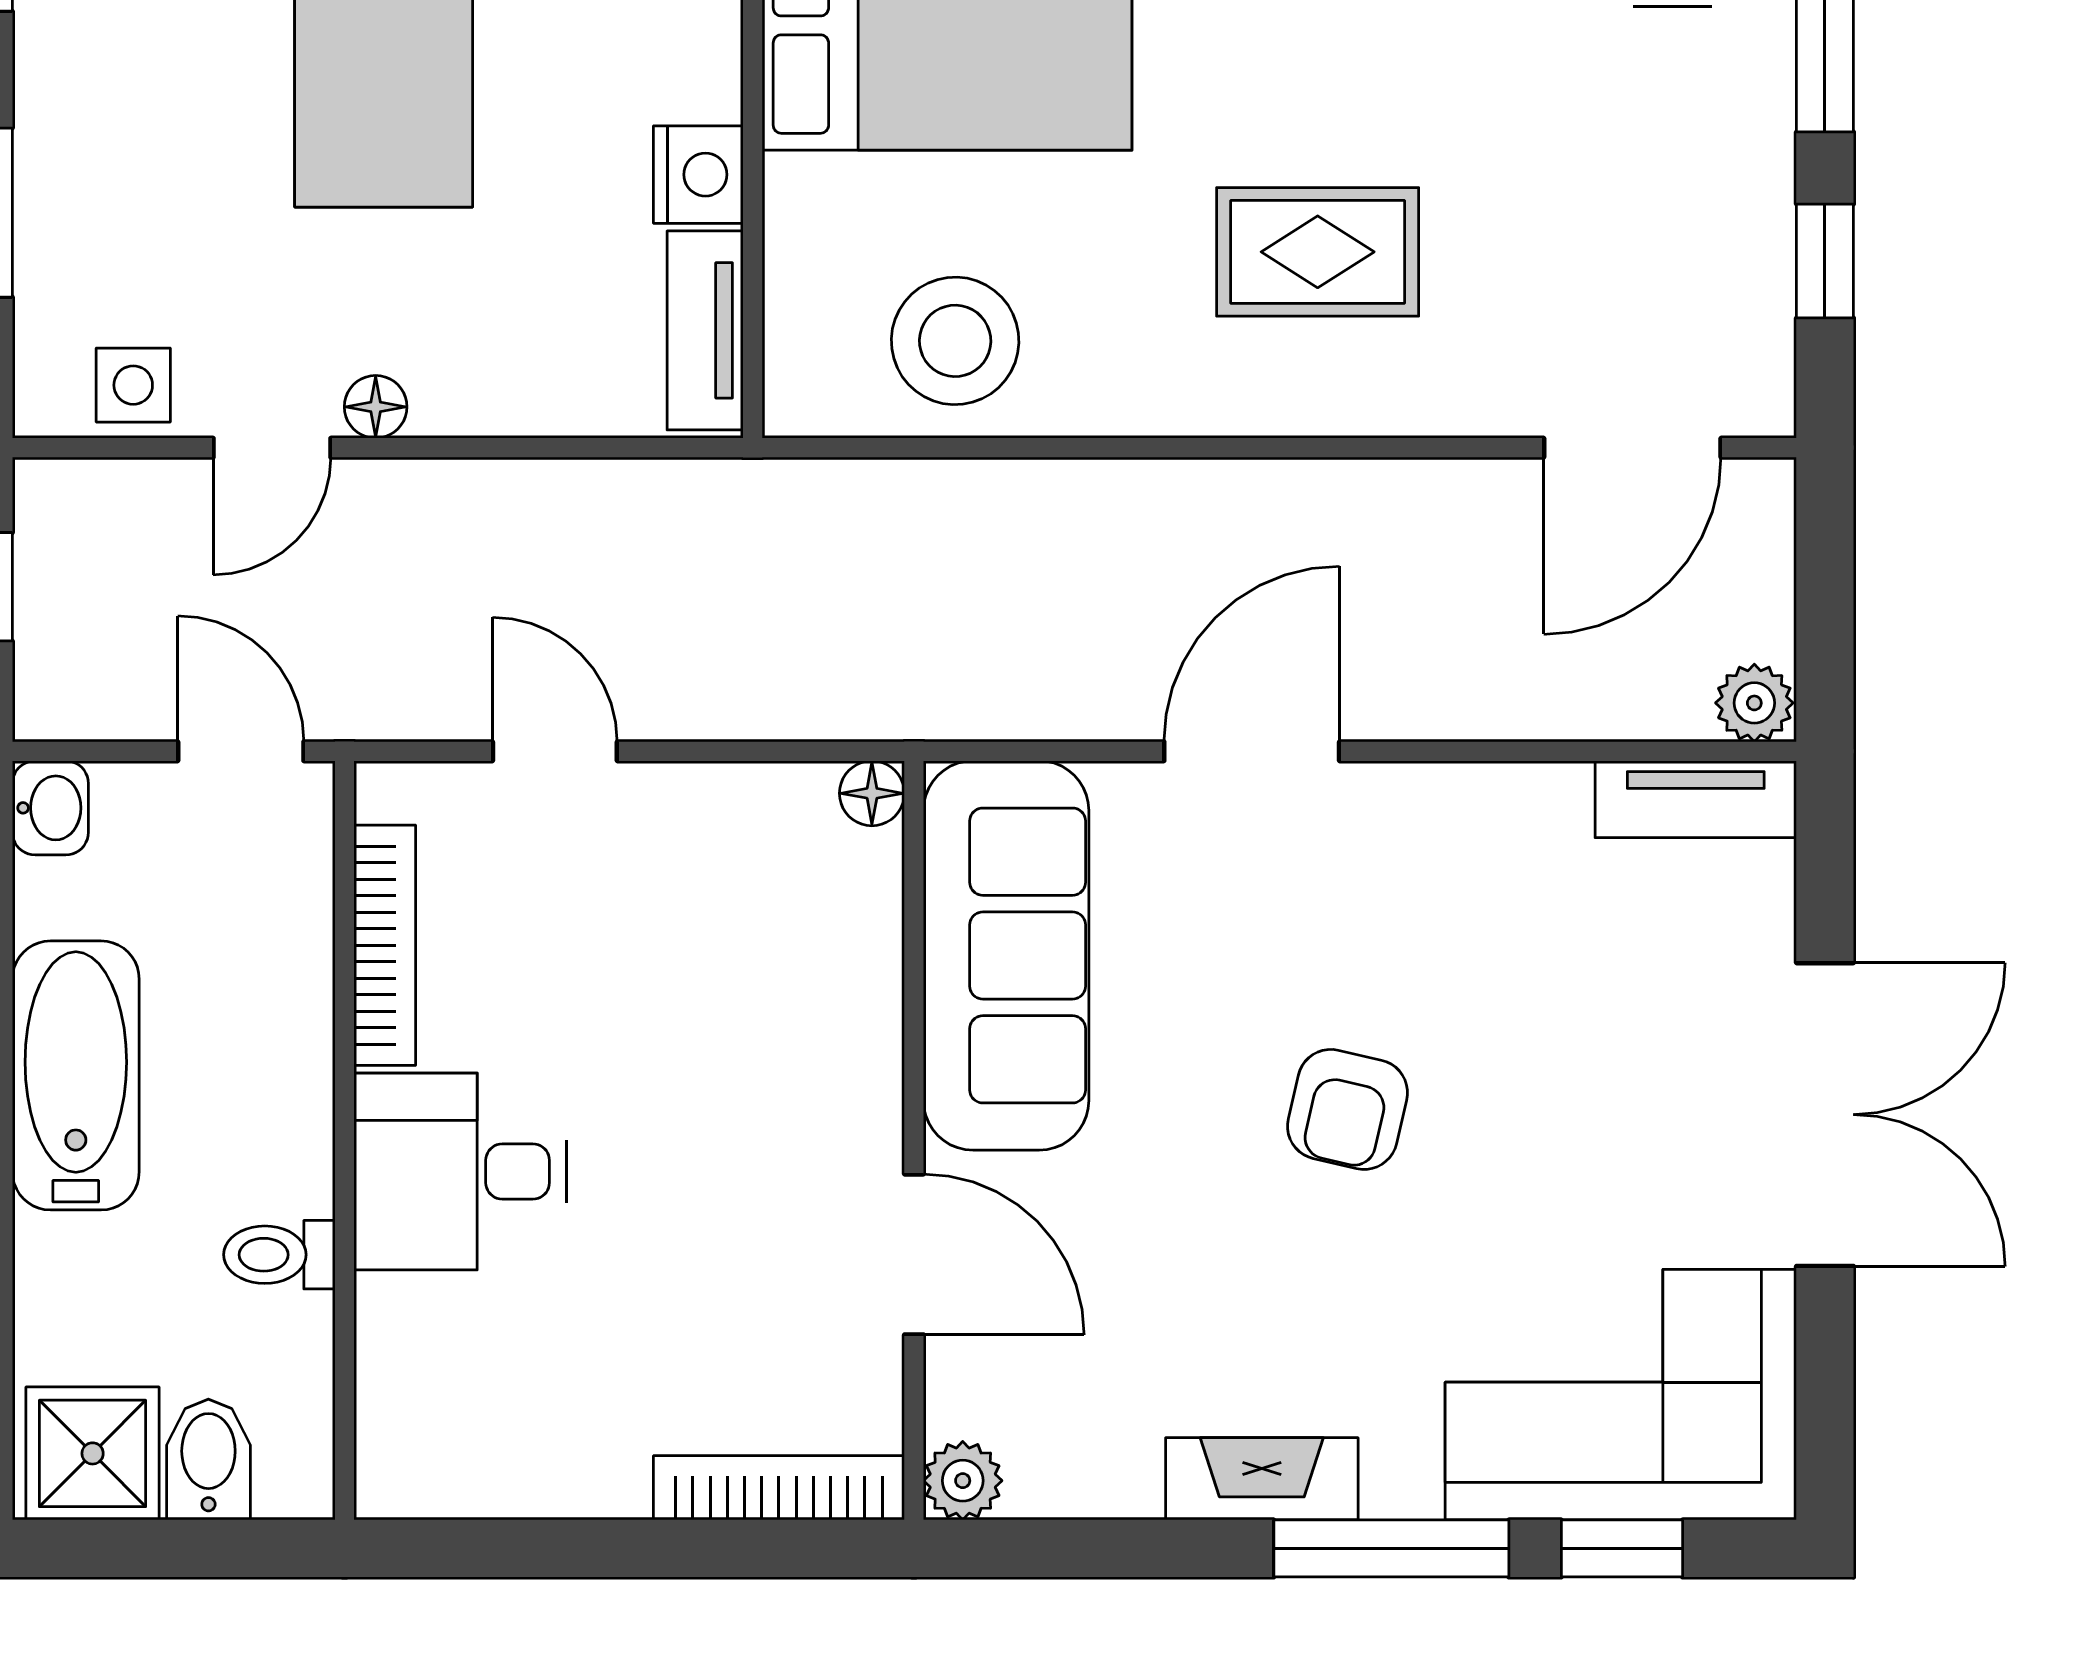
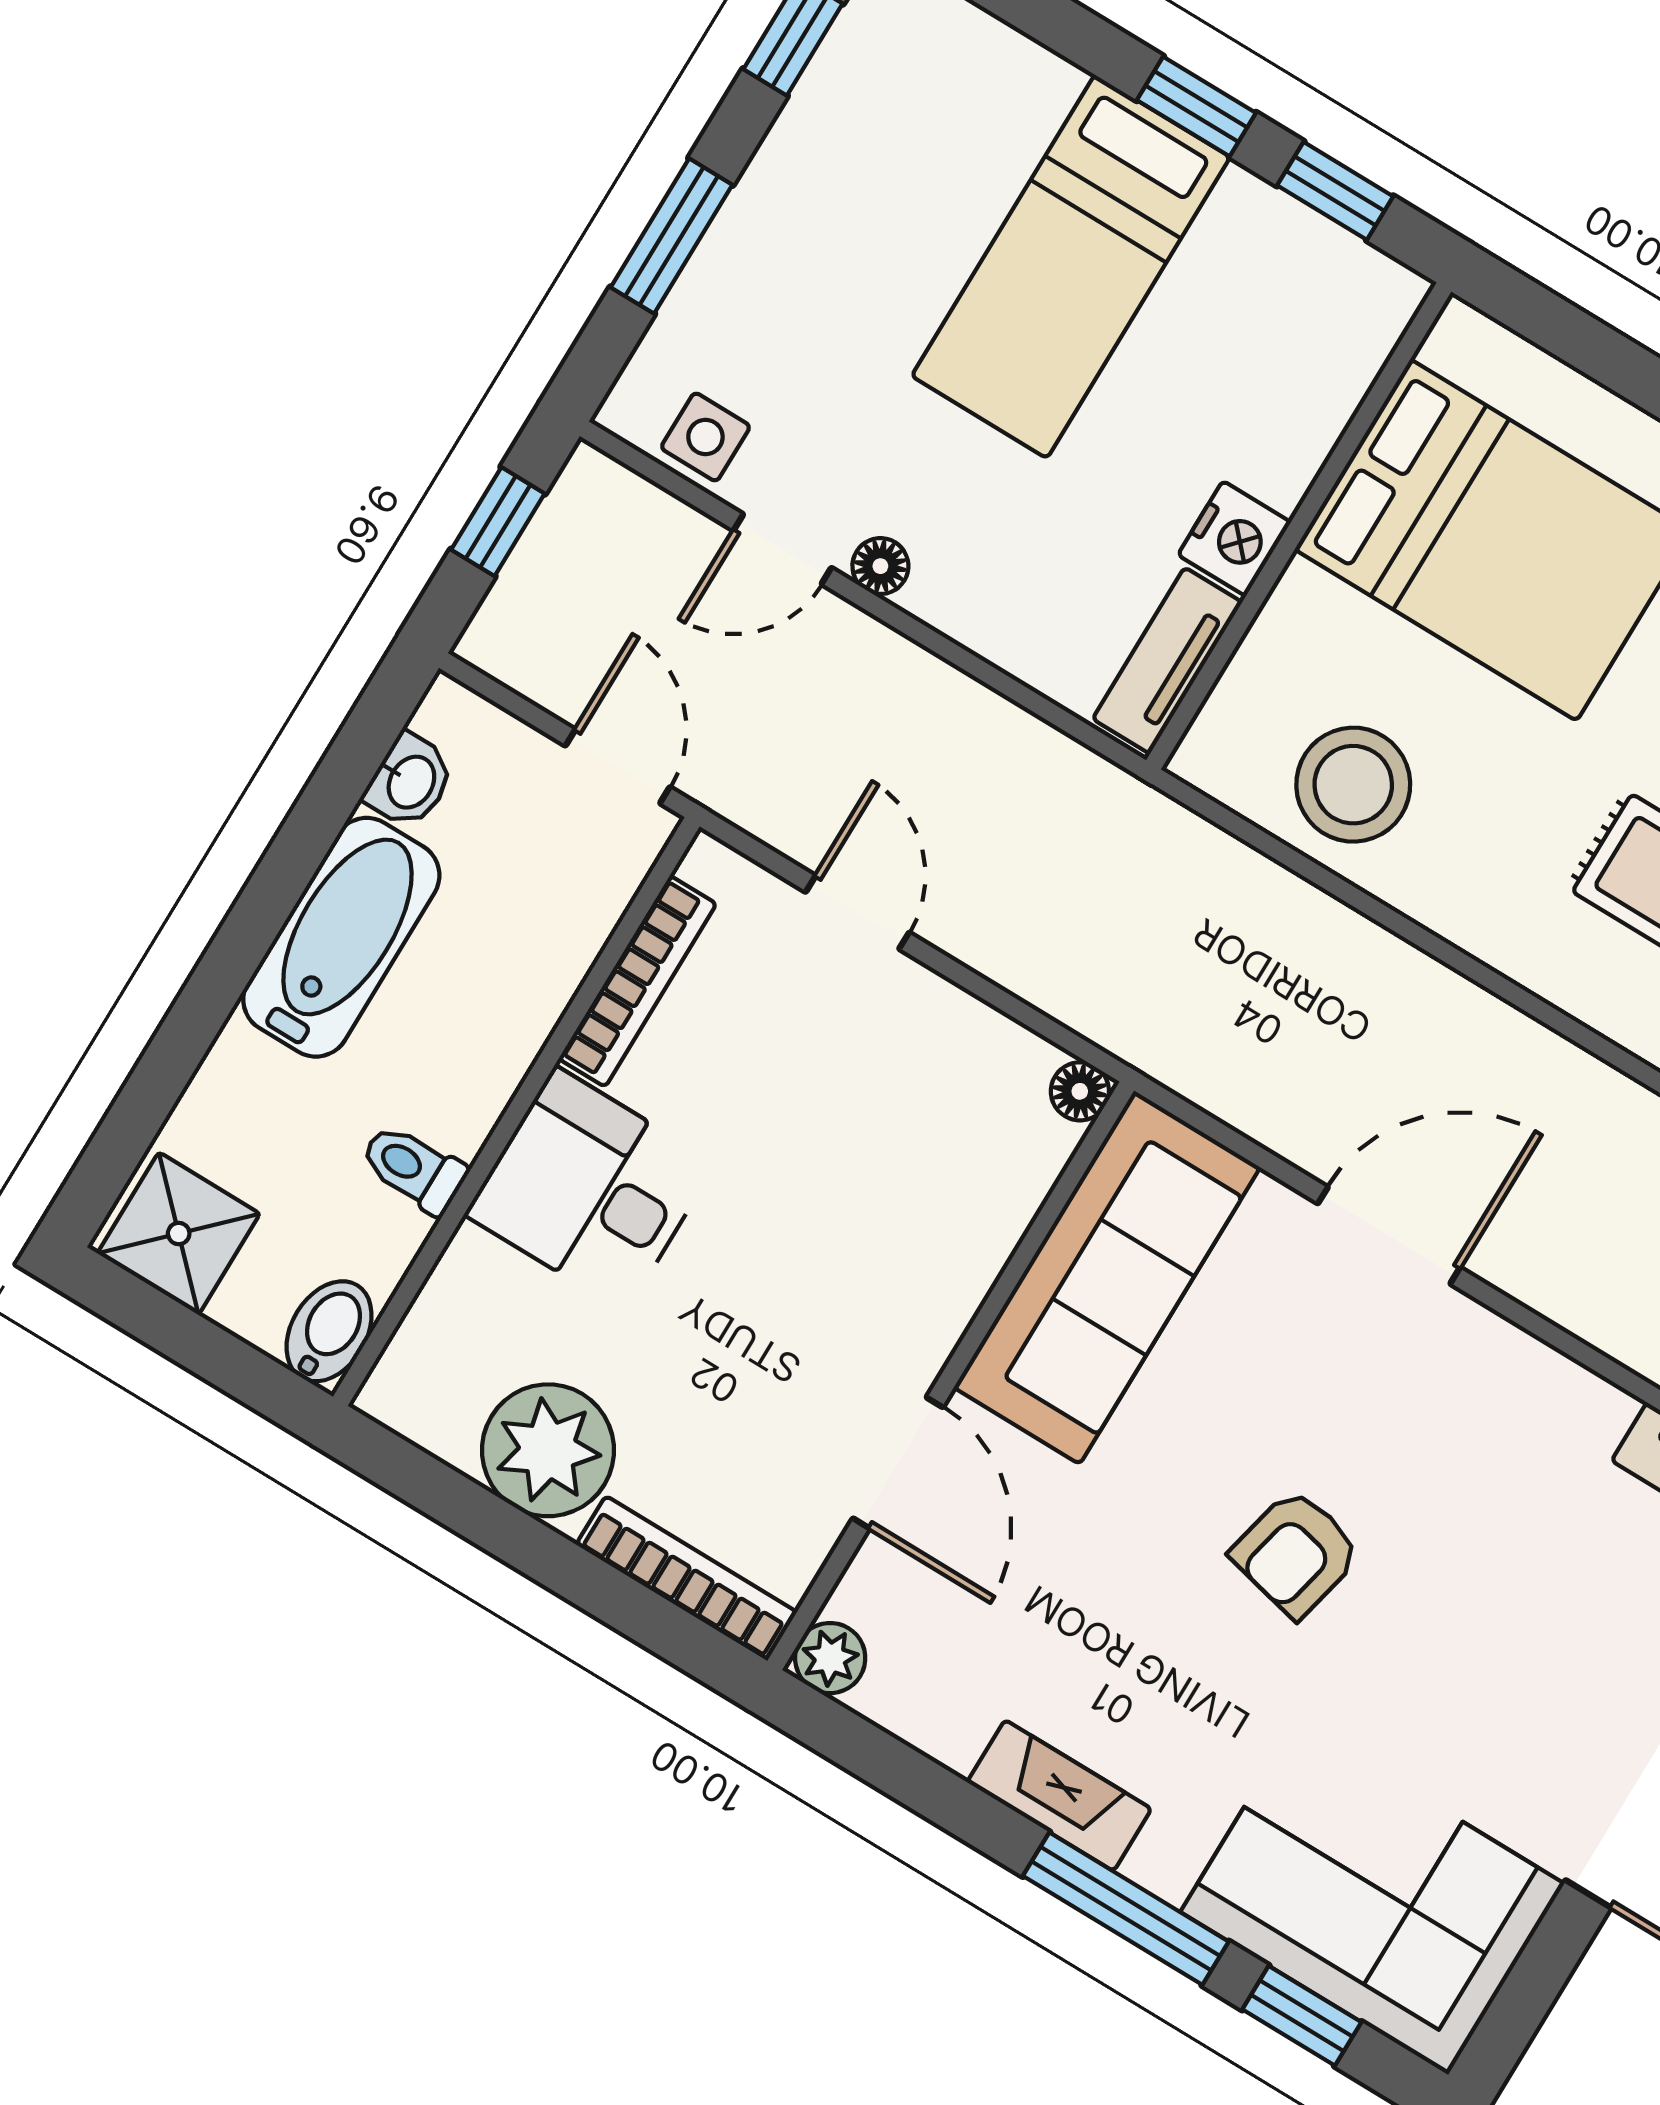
washbasin: (50, 808) -> (410, 781), moved
plant: (572, 1446) -> (548, 1450), added
bidet: (208, 1460) -> (329, 1331), moved

